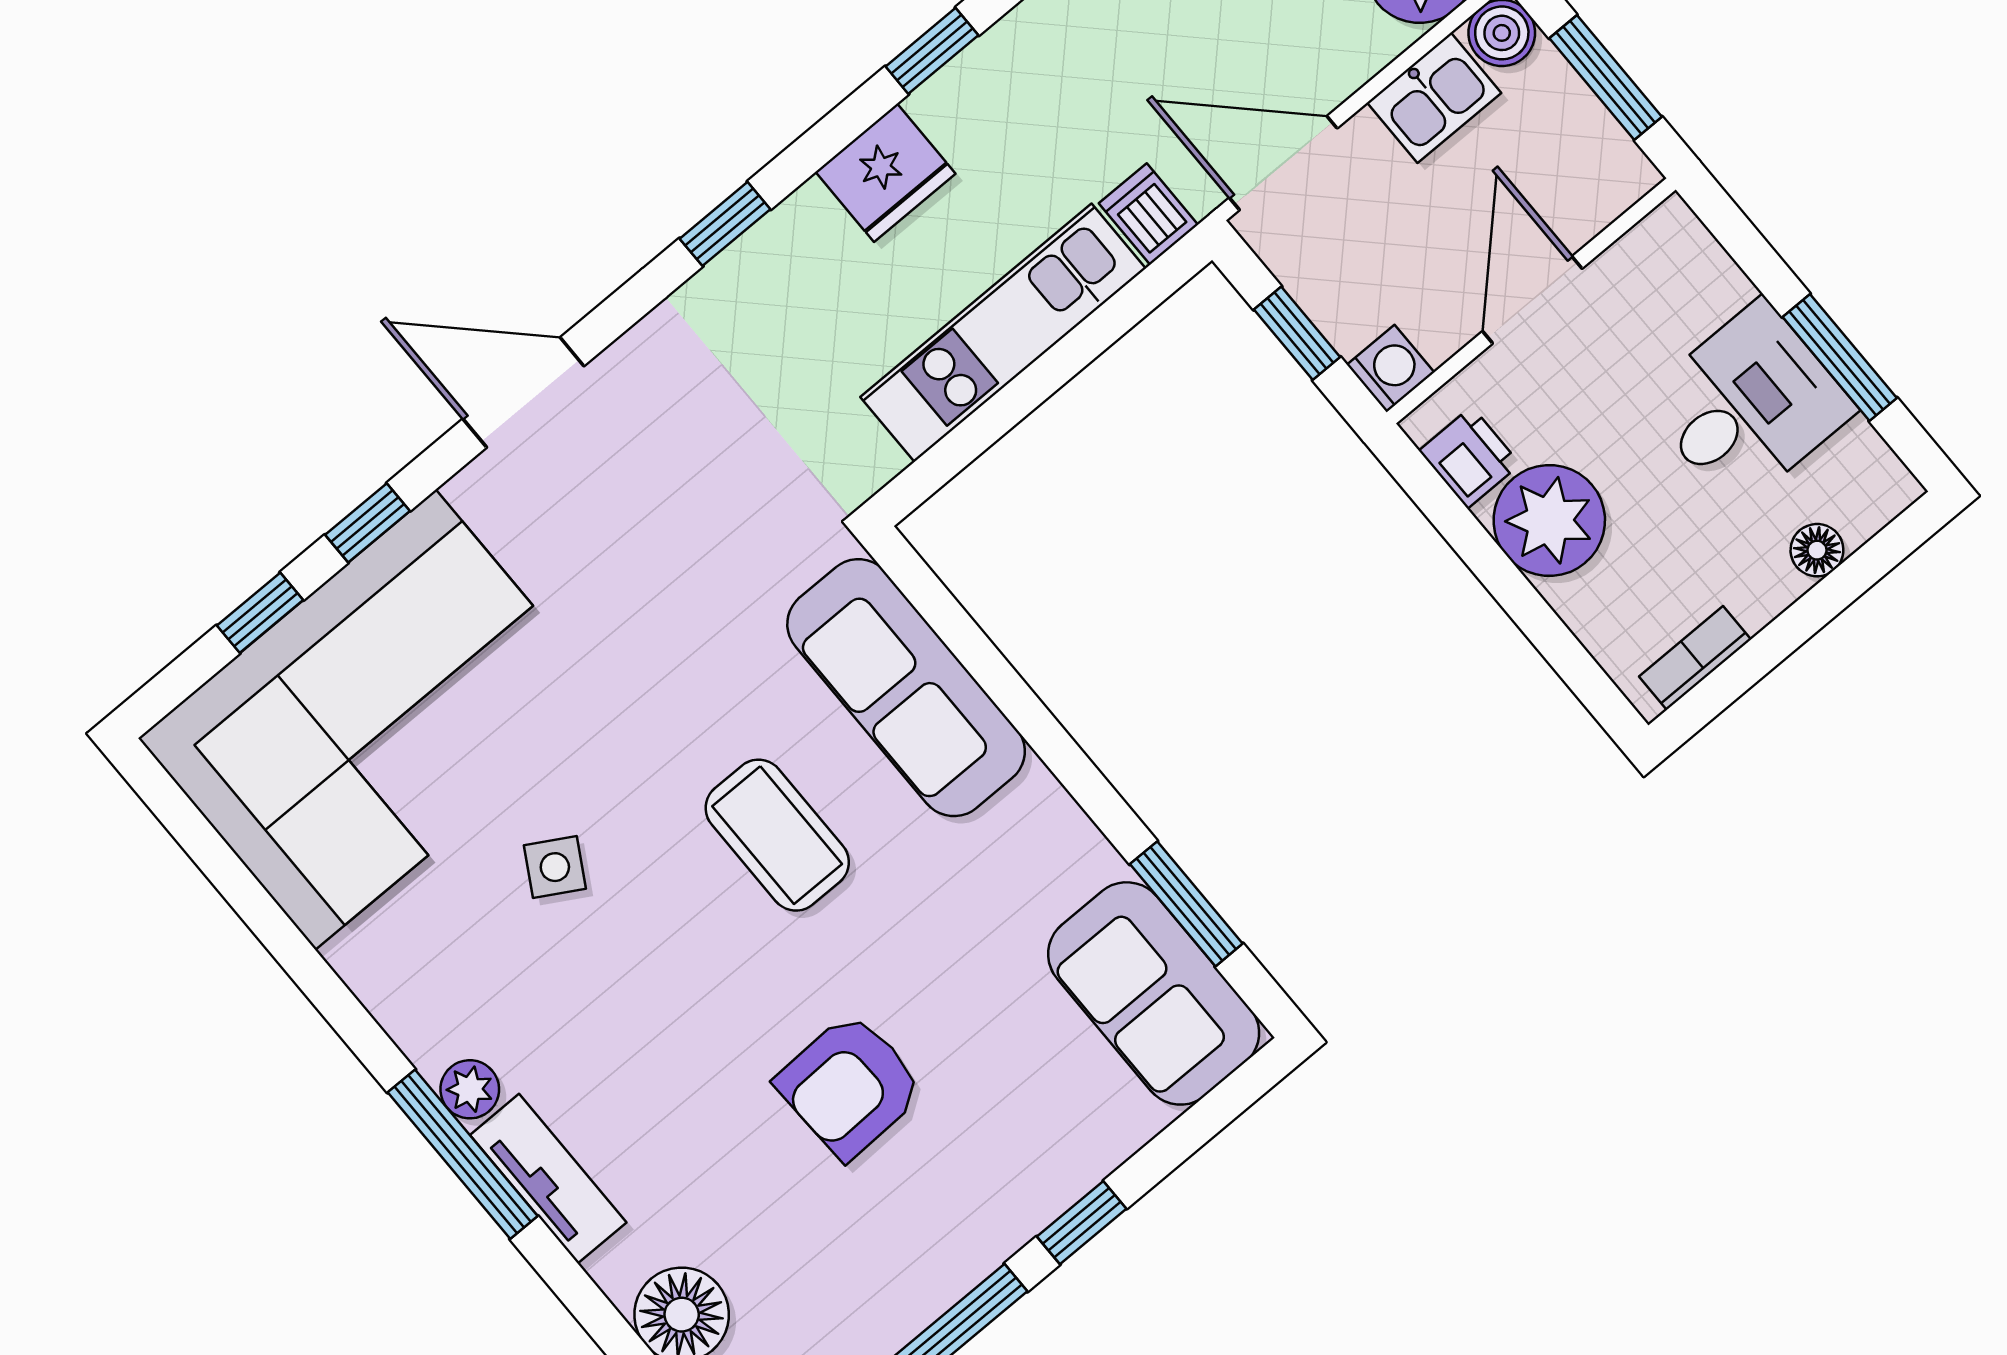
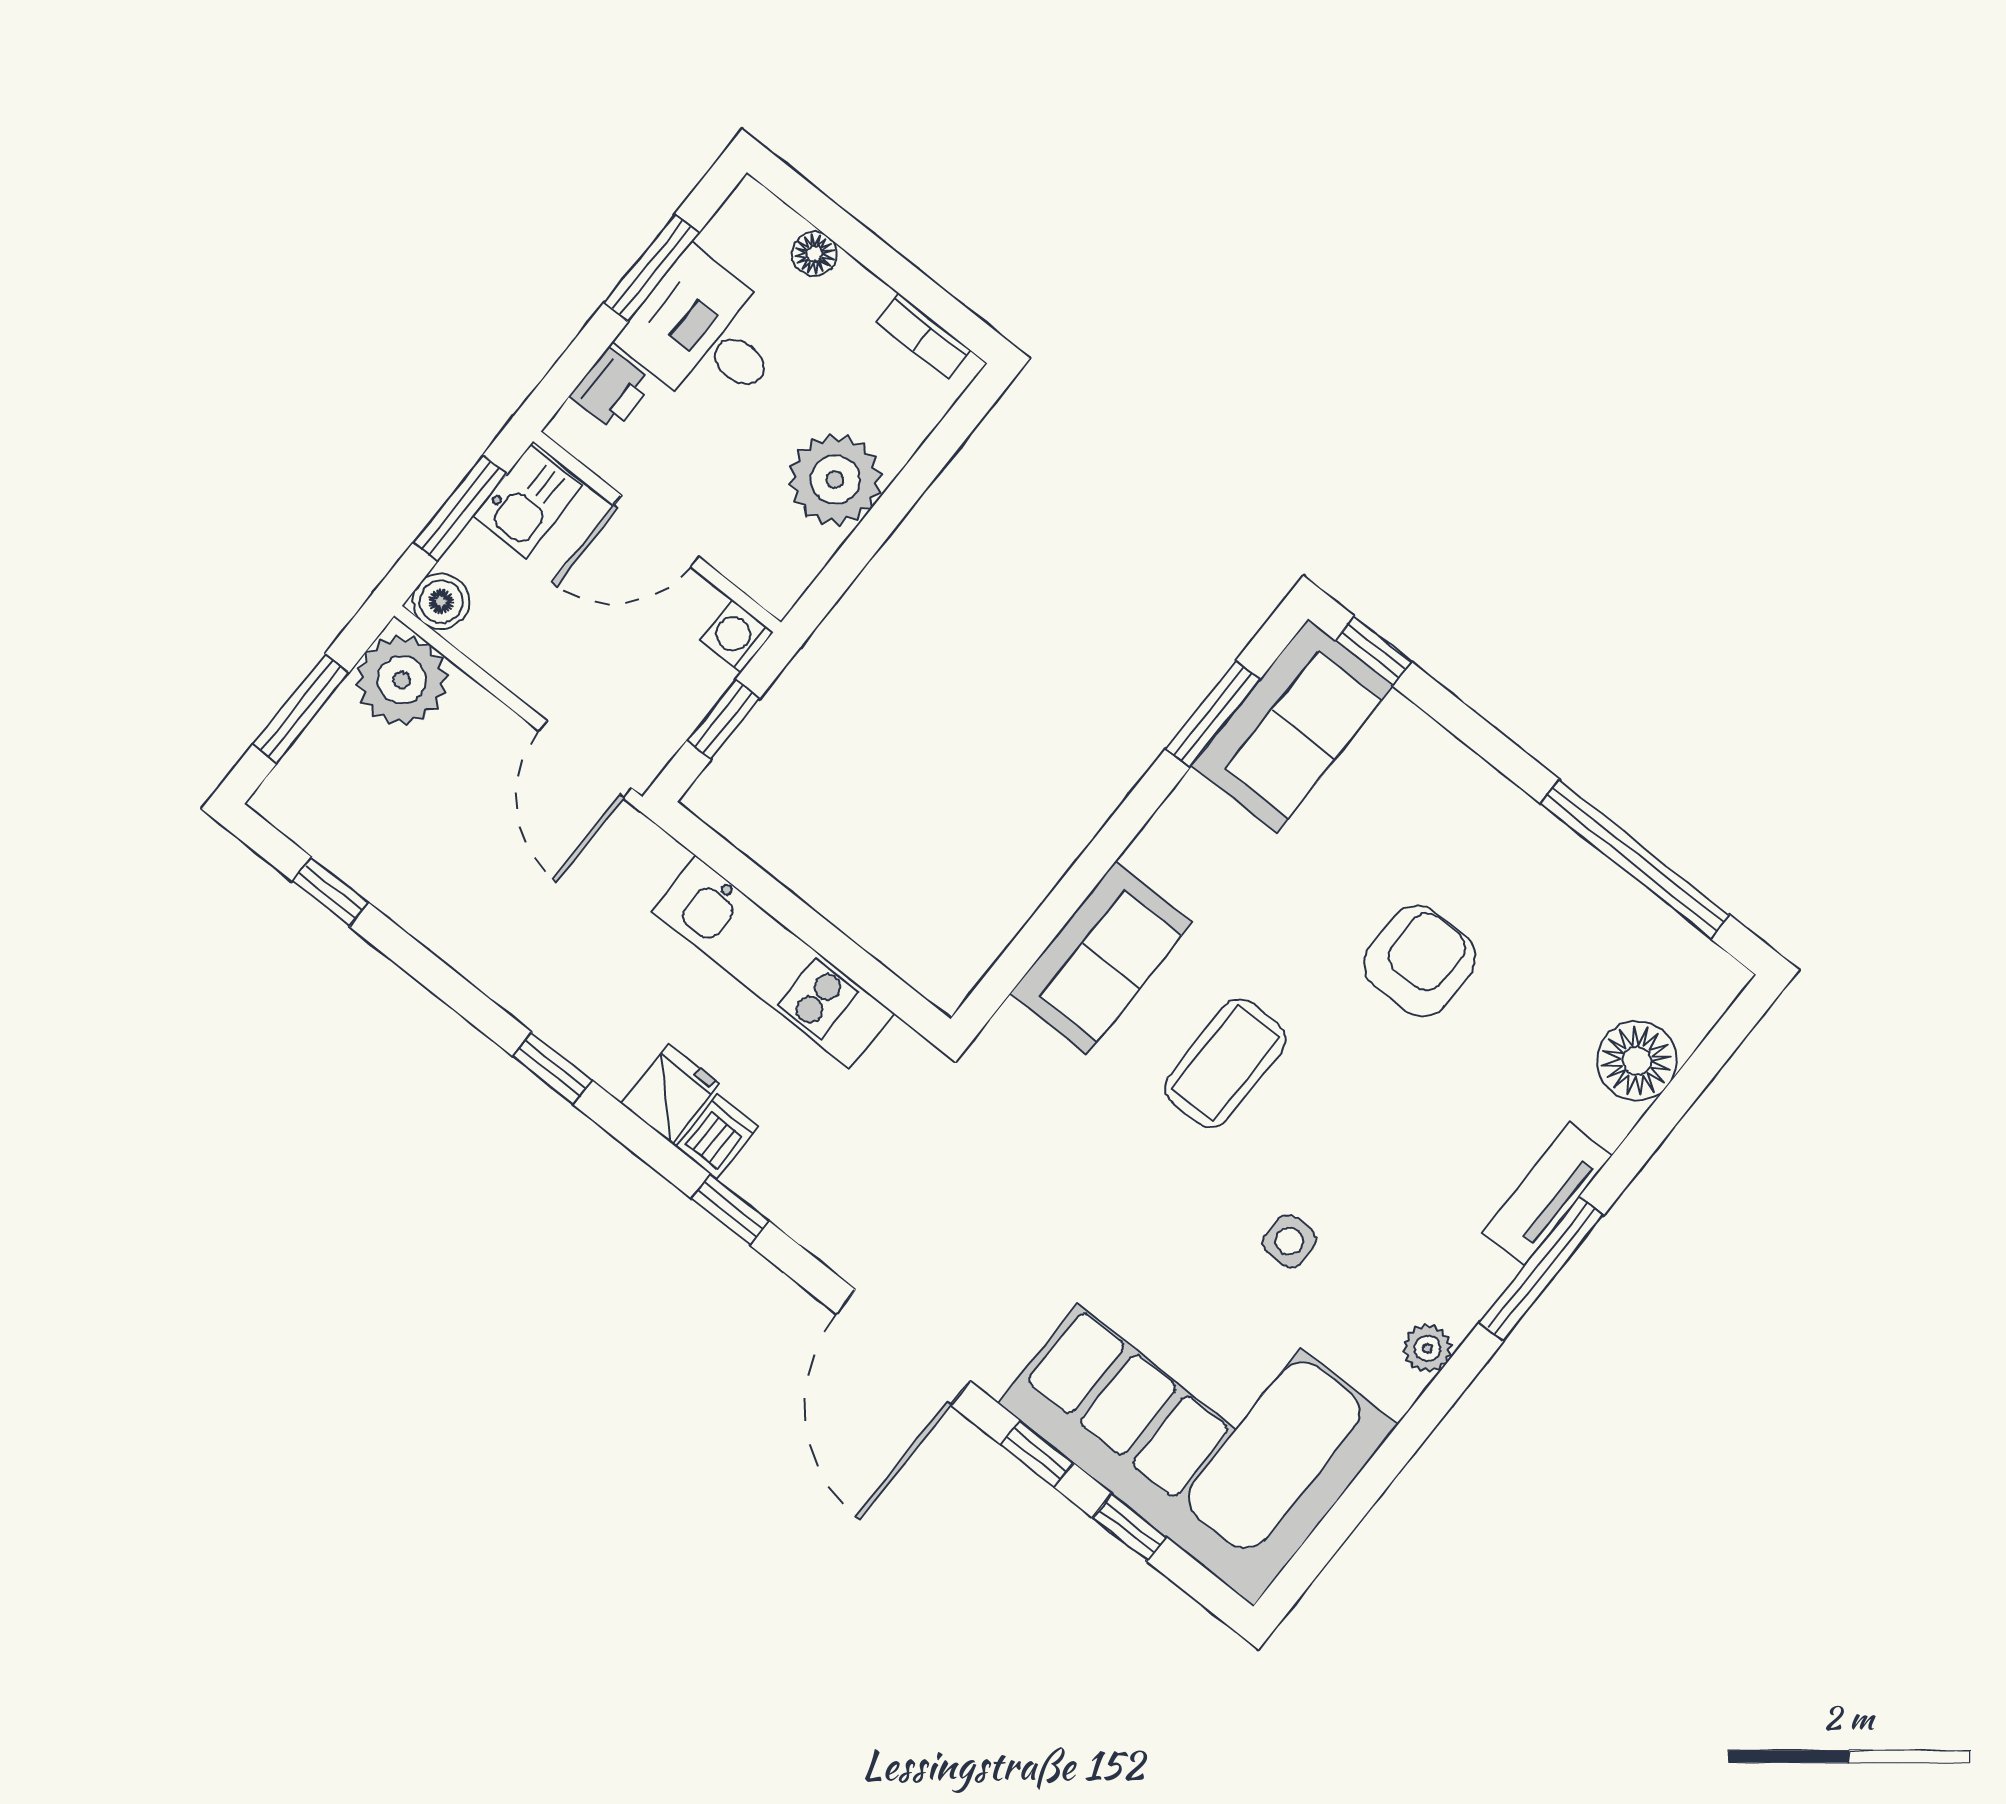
kitchen sink: (1434, 98) -> (528, 501), moved, turned 90
fridge: (886, 173) -> (670, 1094), width x0.72
dishwasher: (1148, 214) -> (717, 1137), moved, turned 180
door: (523, 392) -> (903, 1347), width x1.36
printer: (1469, 458) -> (611, 389), moved, turned 180
sofa: (906, 688) -> (1101, 958), width x0.73
side table: (555, 867) -> (1289, 1241), turned -30
armchair: (850, 1086) -> (1420, 961), turned -88
plant: (470, 1089) -> (1428, 1348), moved
window: (1082, 1223) -> (1373, 651), moved

